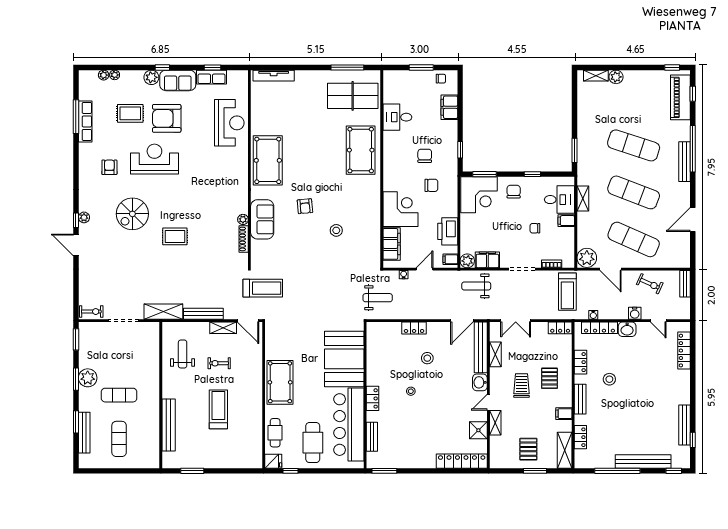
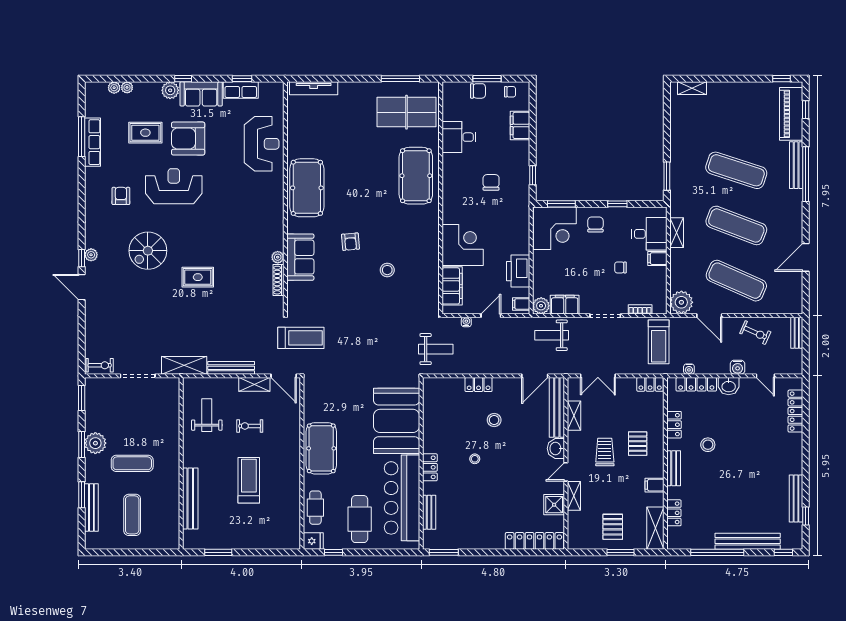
plant: (616, 77) -> (716, 90), removed
bench: (685, 162) -> (796, 165), moved
chair: (431, 185) -> (478, 91), moved

